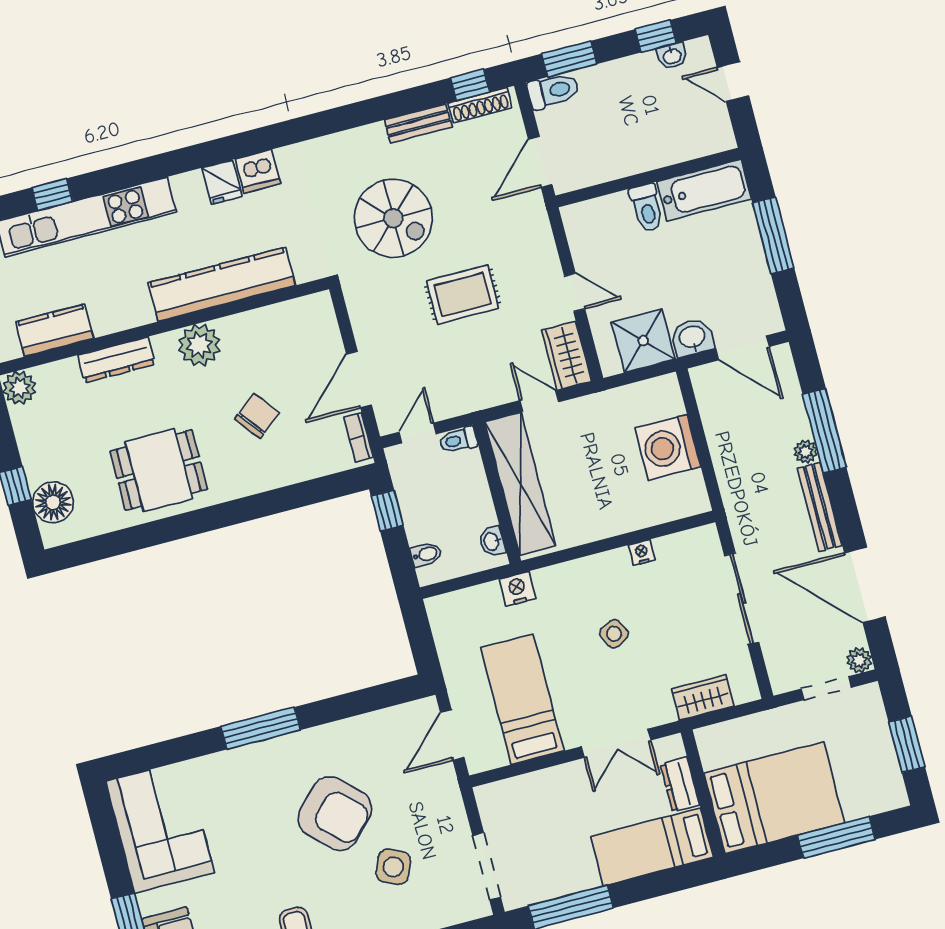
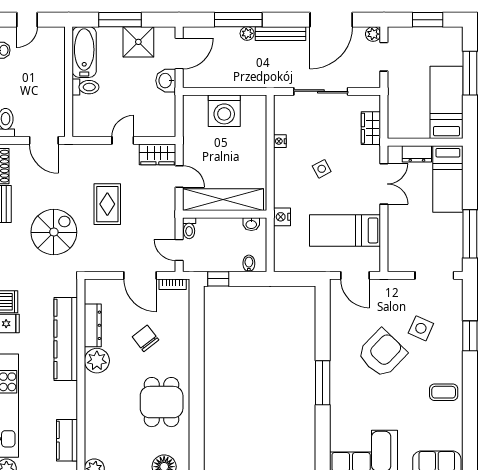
shower: (643, 341) -> (138, 42), moved
dresser: (116, 360) -> (93, 325), moved
door: (539, 401) -> (179, 177), swing flipped
bed: (774, 798) -> (446, 102), width x0.67

